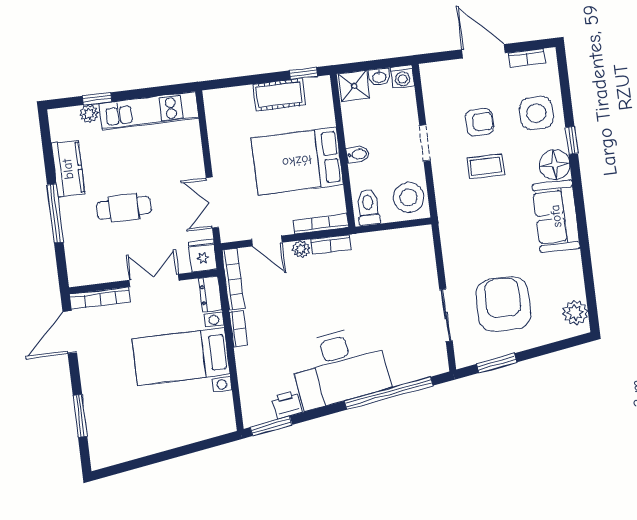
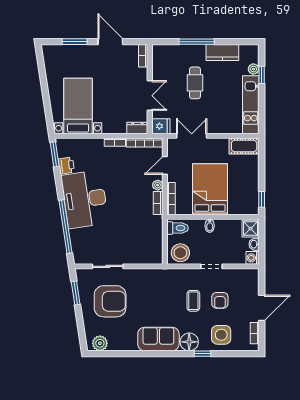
cot: (279, 95) -> (244, 146), moved, turned 90
bookcase: (100, 298) -> (143, 56), width x0.64
door: (70, 332) -> (110, 42), moved
bed with nightstands: (181, 357) -> (78, 106), moved

